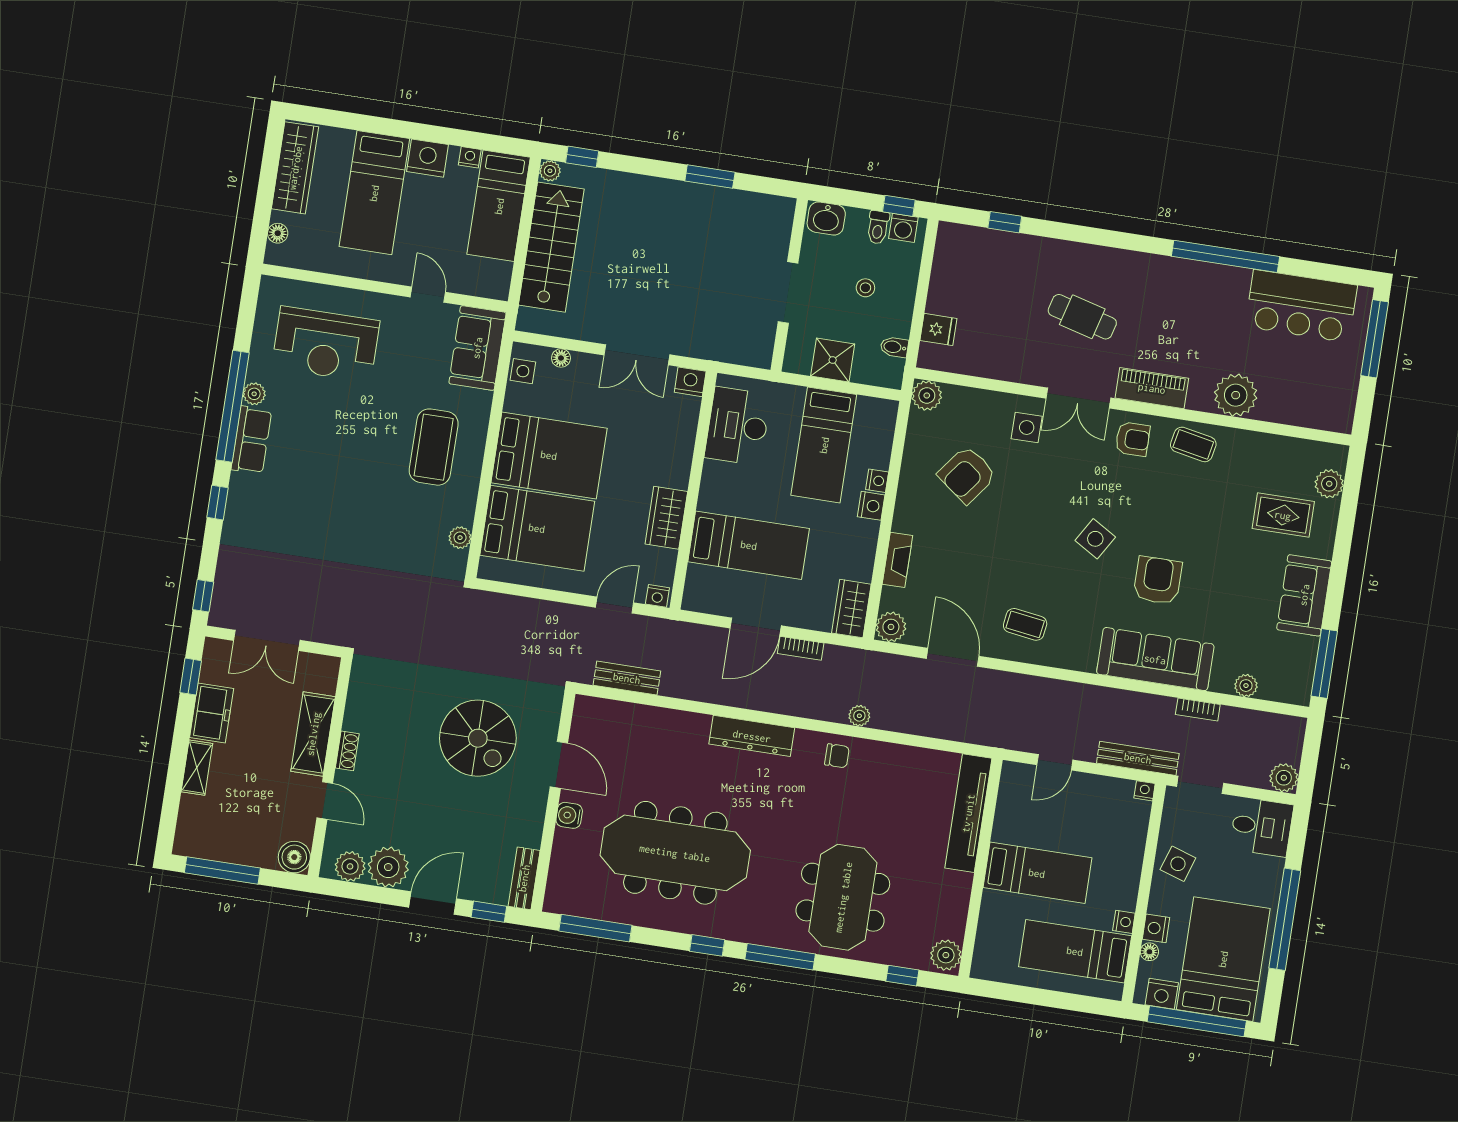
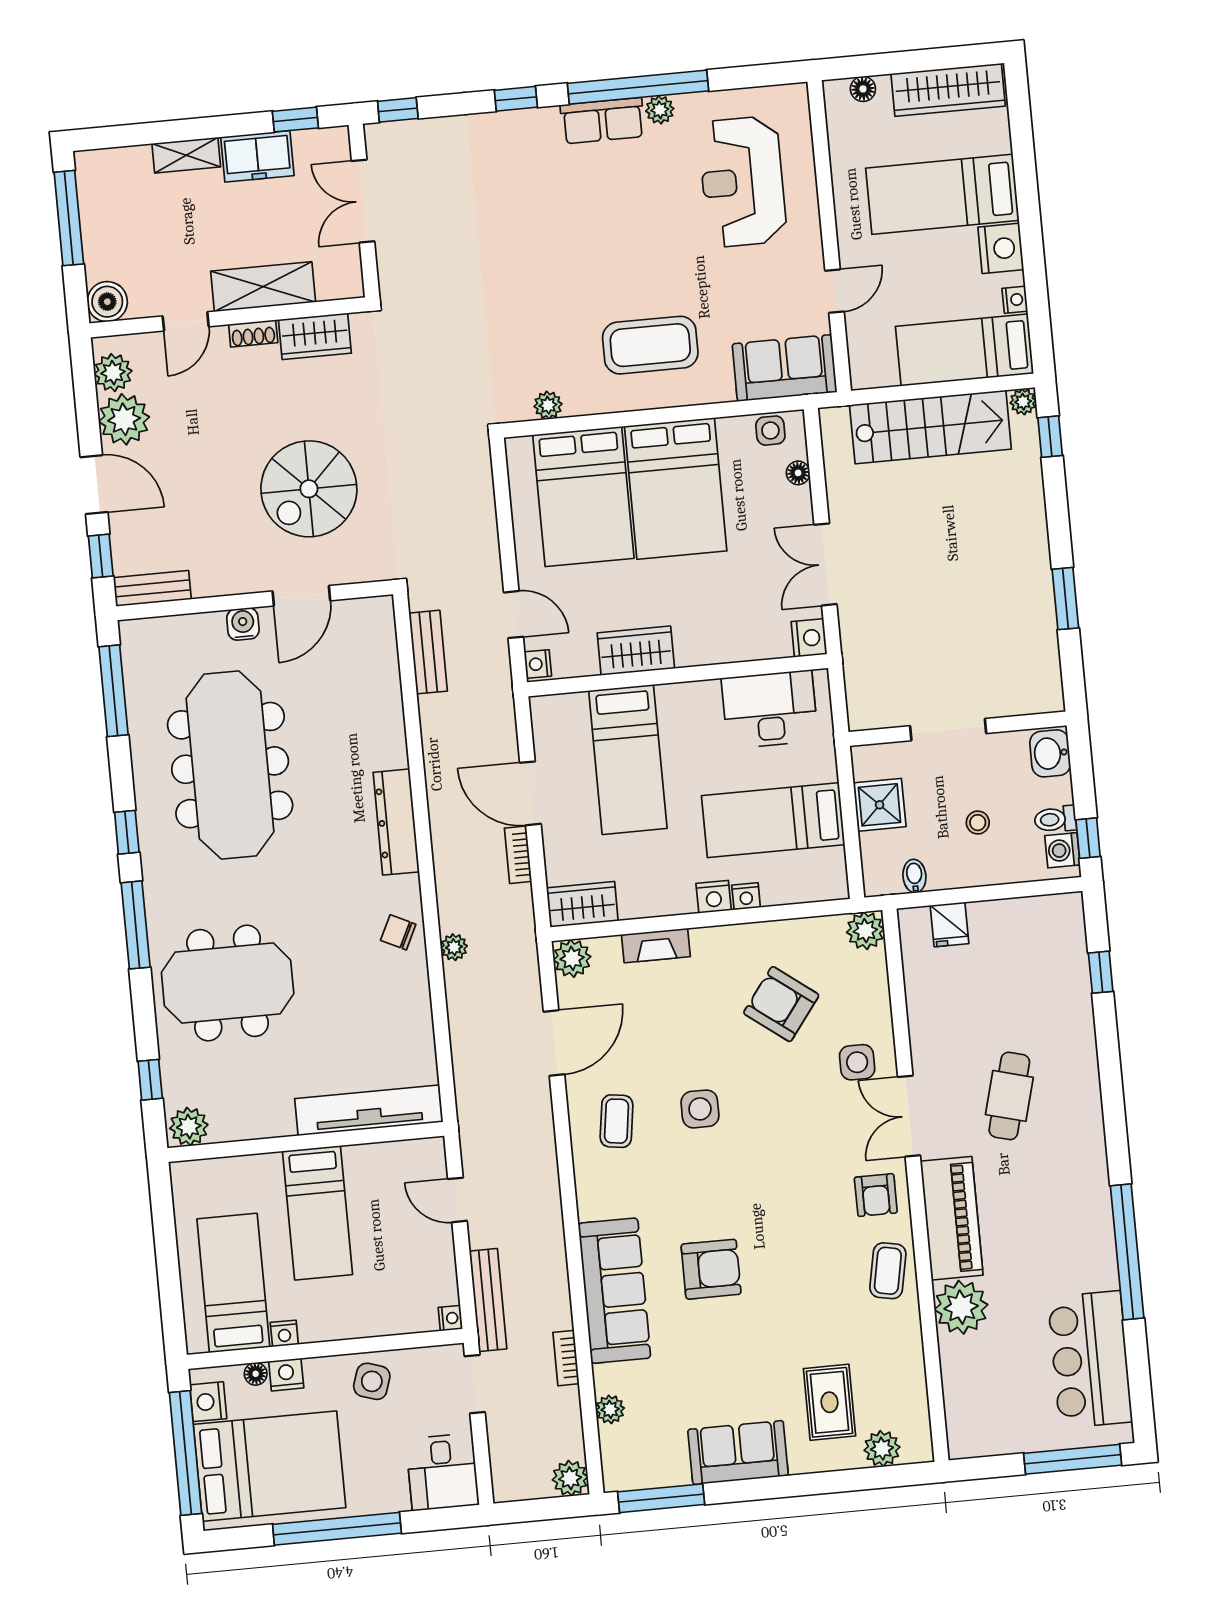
piano: (1152, 388) -> (952, 1218), width x1.37, depth x1.33
side table: (1095, 539) -> (700, 1109), moved, turned -31
wardrobe: (361, 704) -> (315, 336), added
chair: (837, 756) -> (398, 932), turned 116
plant: (1284, 778) -> (570, 1478), moved

